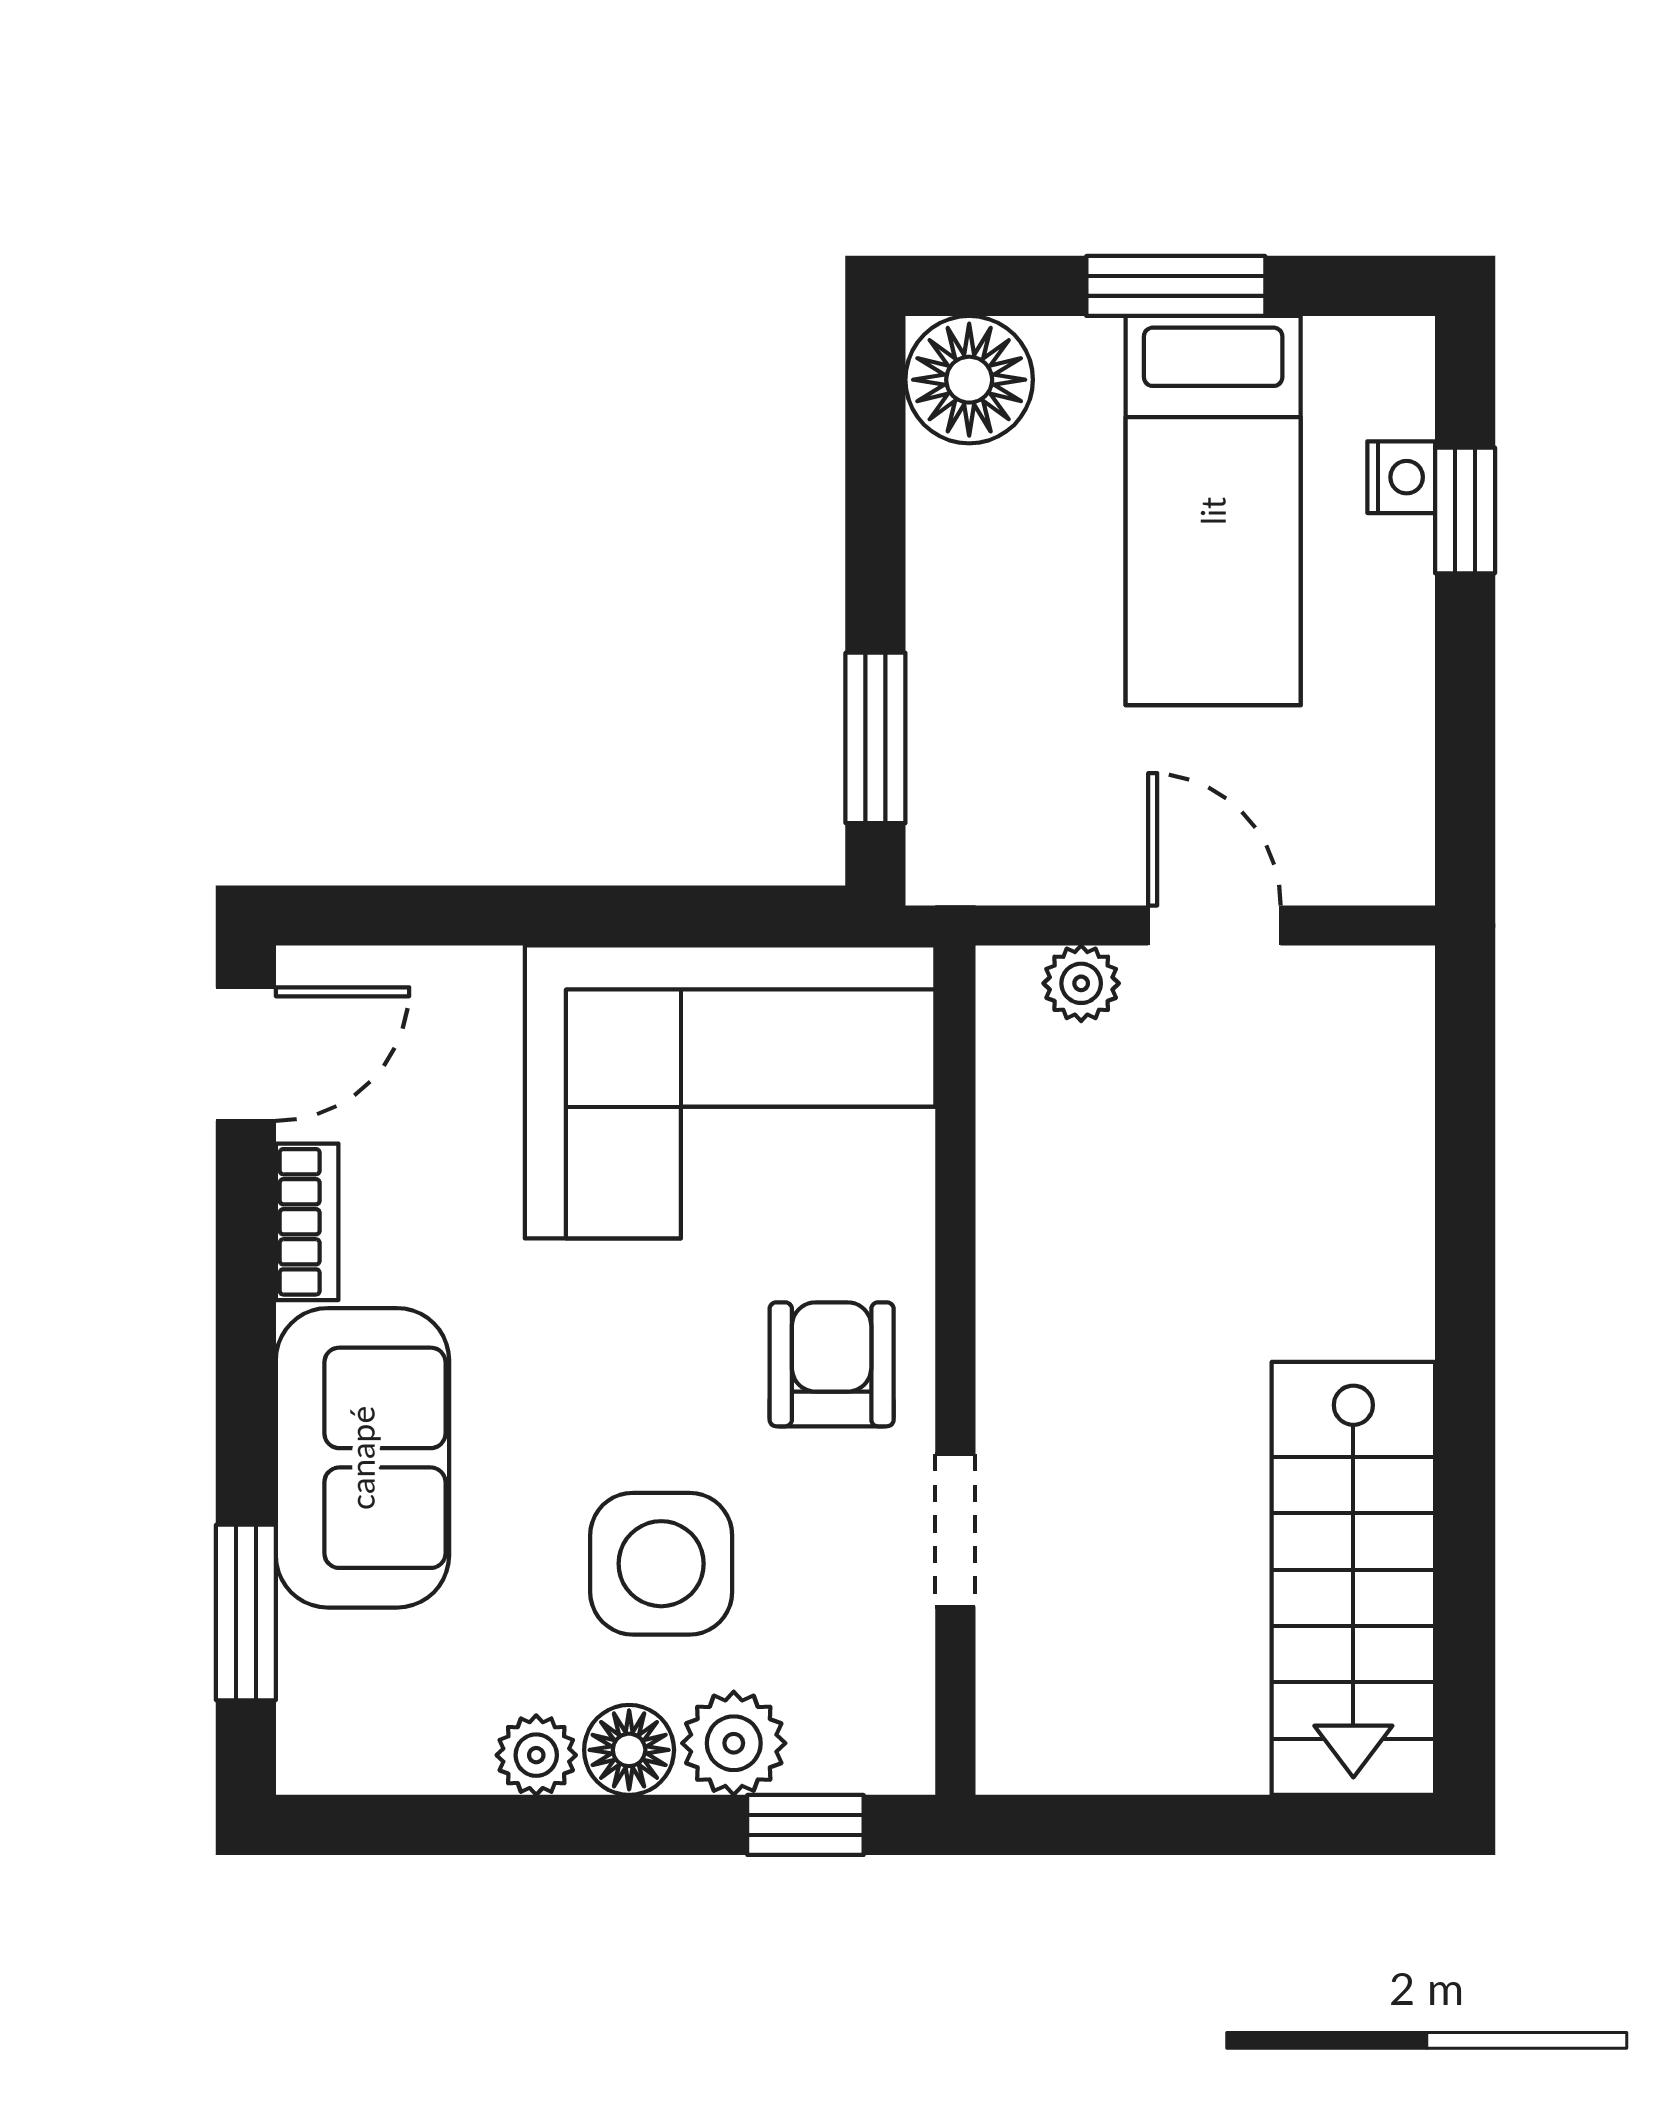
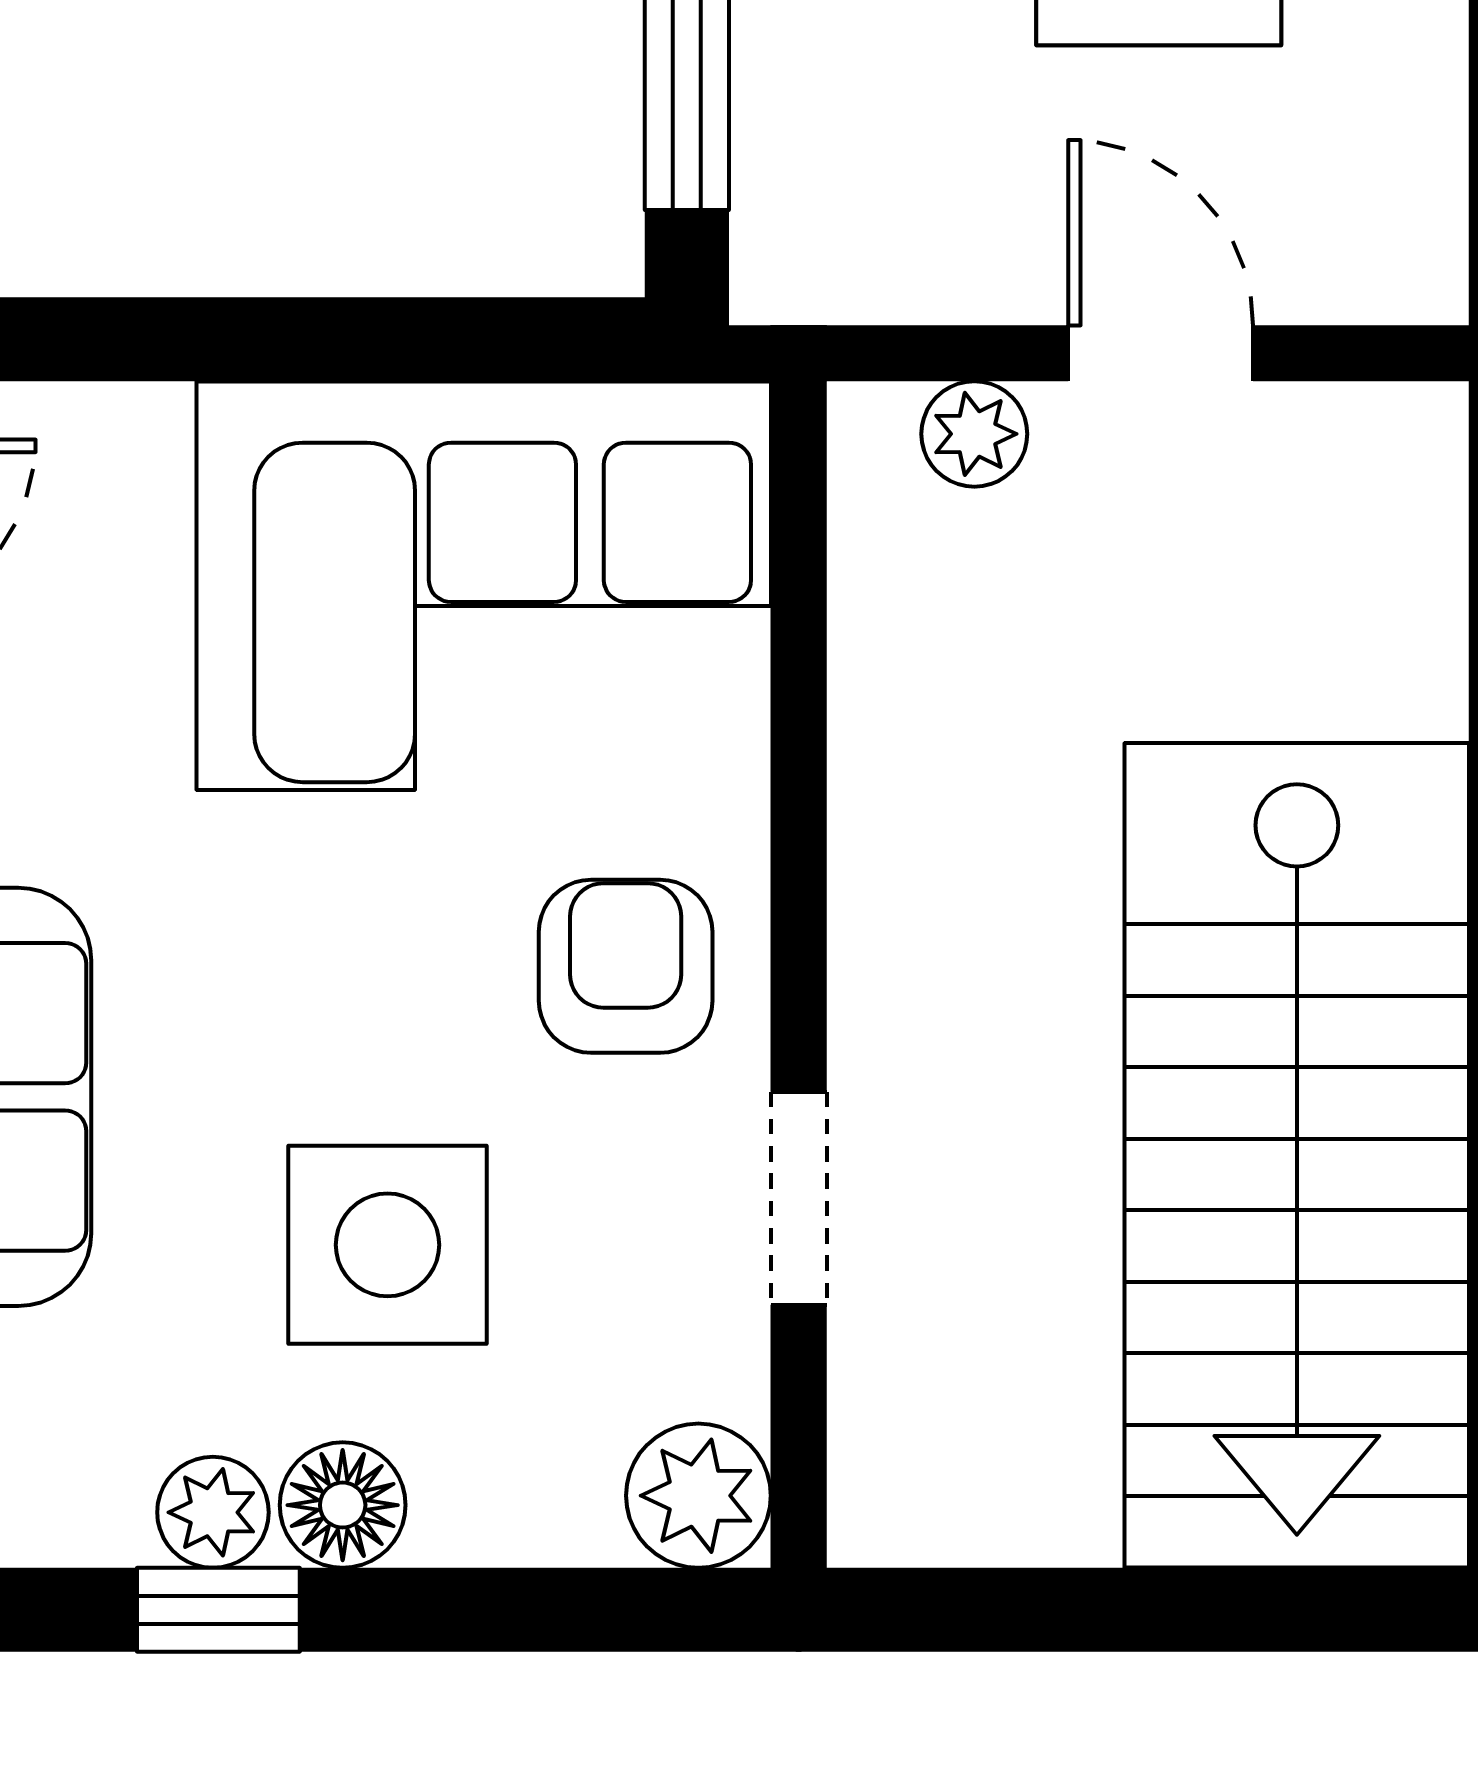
stairs: (1353, 1578) -> (1297, 1155), width x1.36, depth x1.51
plant: (734, 1743) -> (698, 1496), moved
window: (805, 1825) -> (218, 1610), moved

